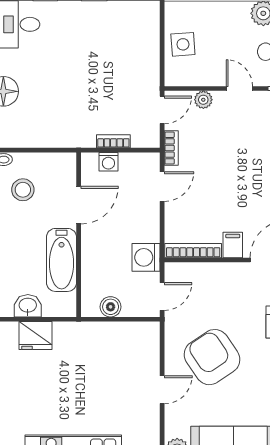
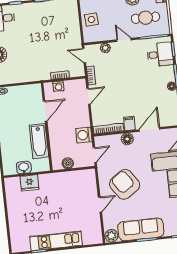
door: (162, 110) -> (84, 56), swing flipped
stool: (23, 190) -> (14, 106), removed
floor lamp: (226, 273) -> (127, 139), added

